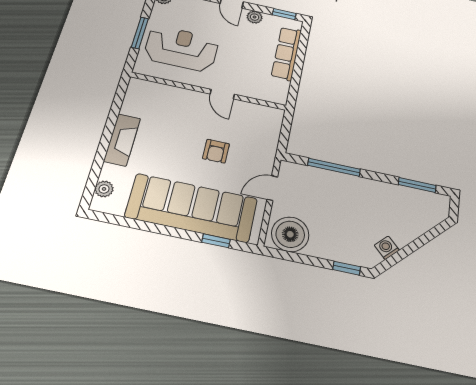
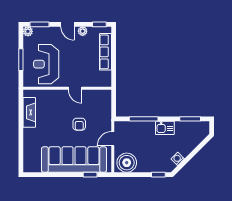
reception desk: (181, 49) -> (46, 64), turned -90
fireplace: (122, 140) -> (29, 112), moved
plant: (104, 189) -> (28, 159), removed
kitchen sink: (370, 190) -> (165, 128), added

